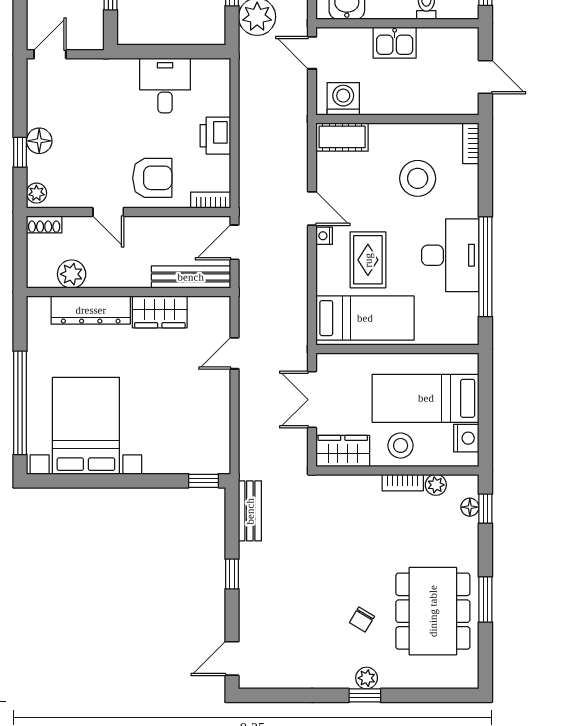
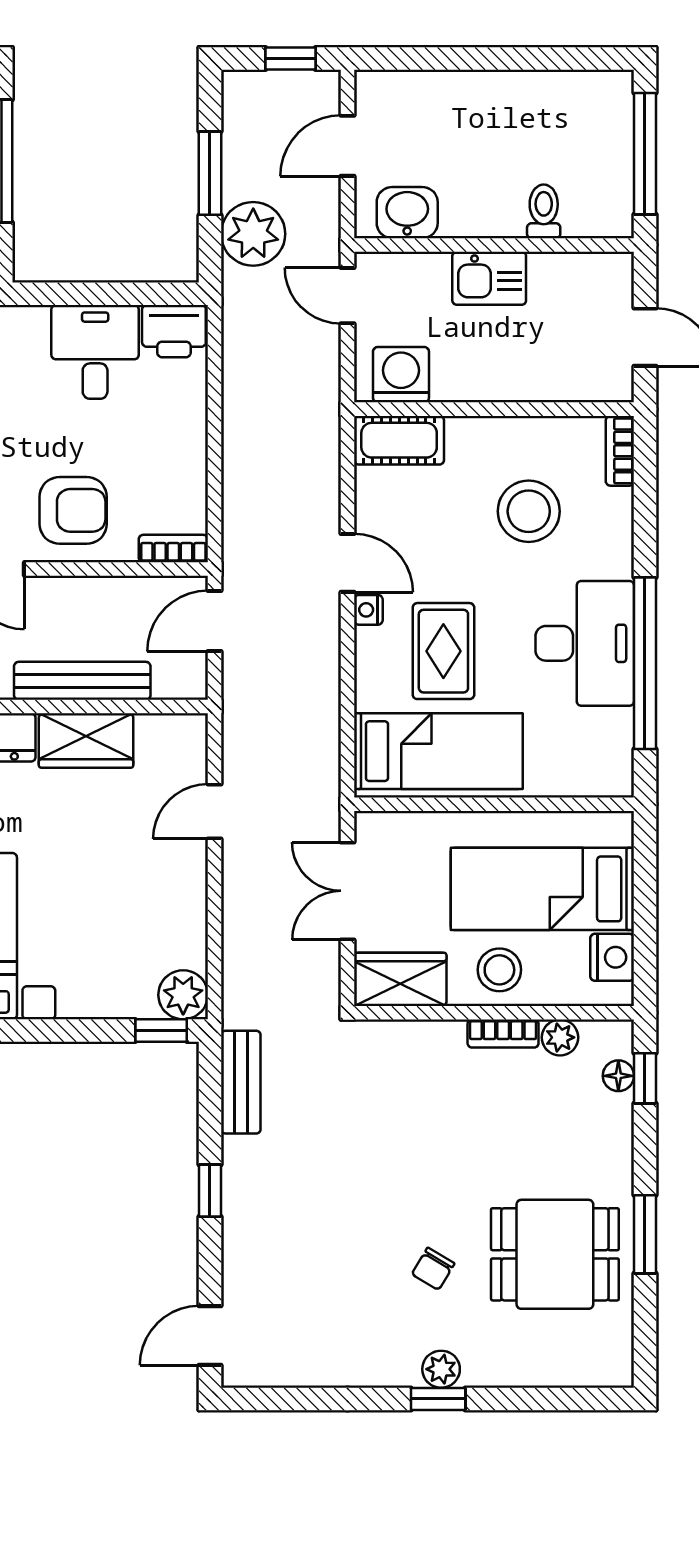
printer: (215, 136) -> (174, 331), moved, turned -90
bench: (191, 277) -> (82, 681), moved
plant: (216, 460) -> (183, 995), added
dining table: (433, 611) -> (555, 1254), width x0.73

